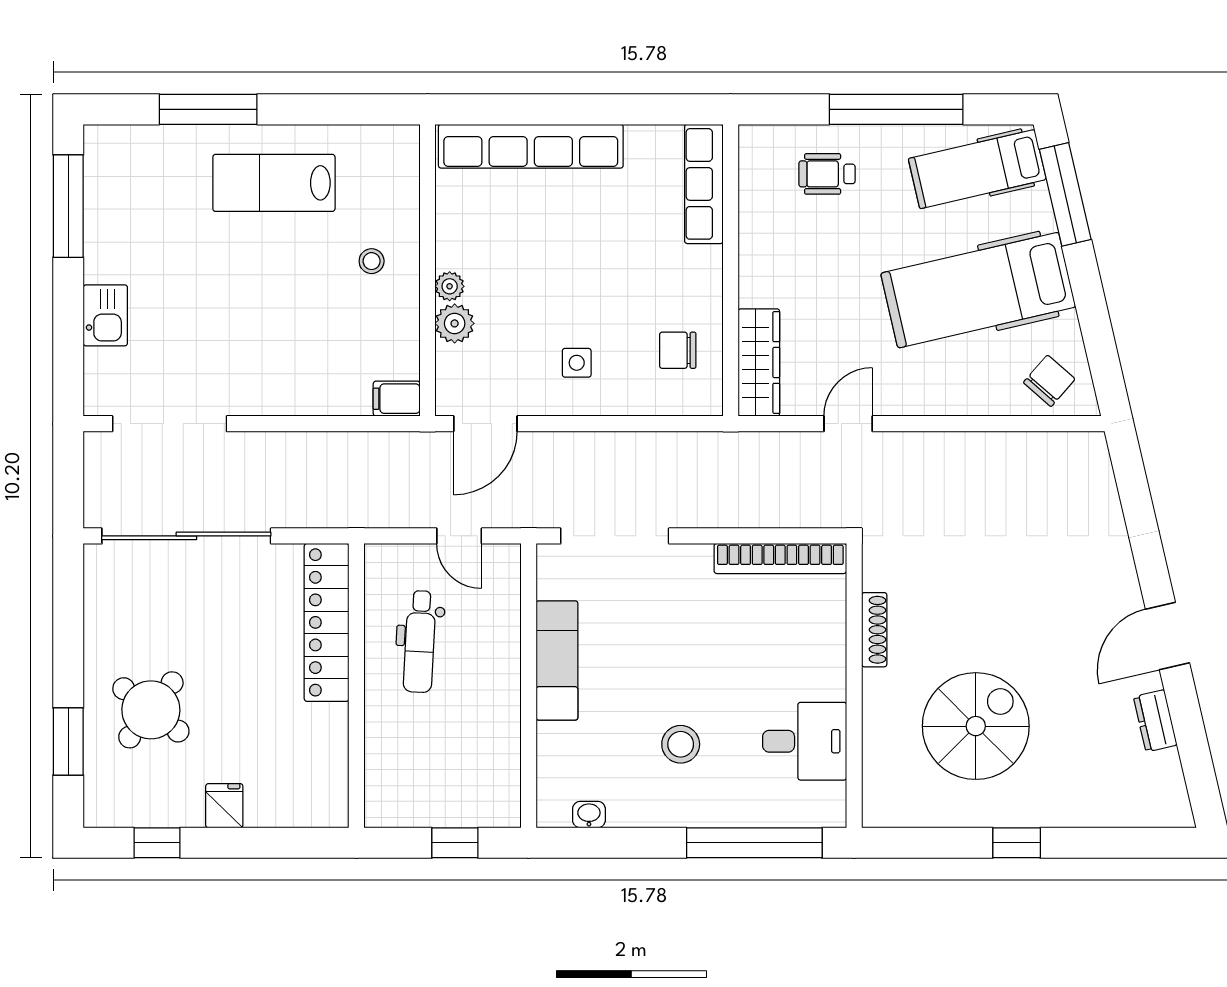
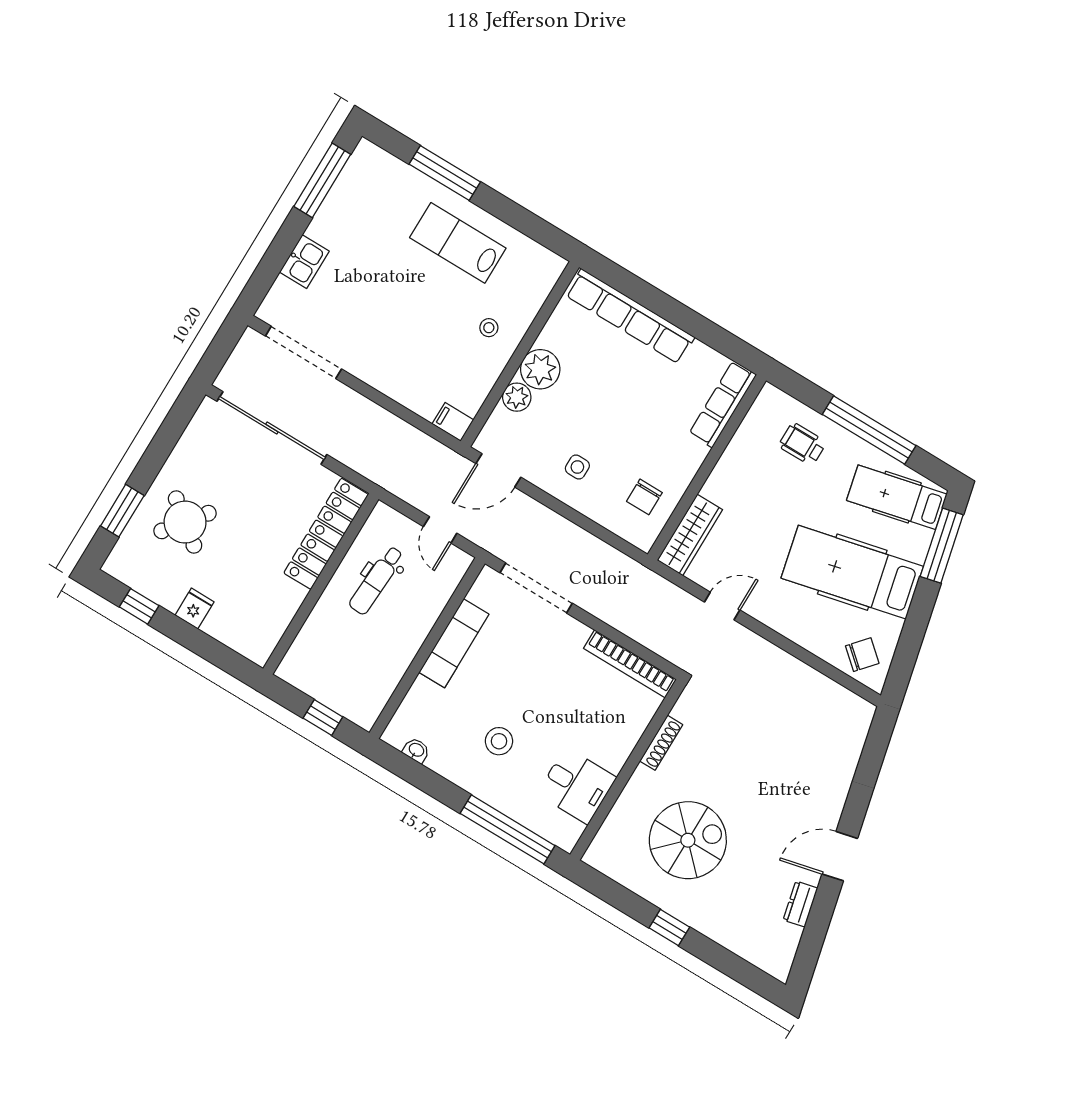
plant: (450, 286) -> (540, 369), width x1.87, depth x1.87
chair: (678, 350) -> (644, 497), turned -90

